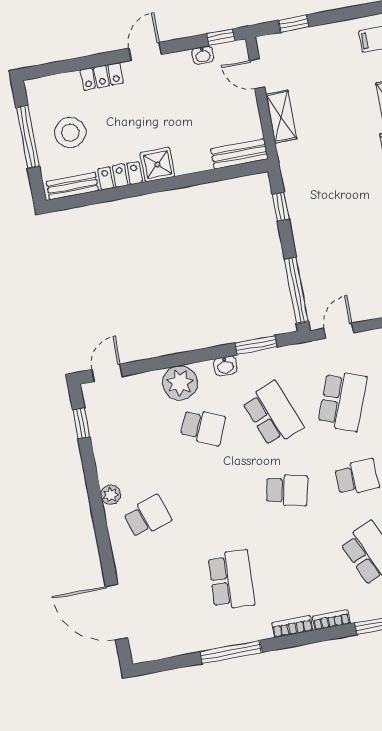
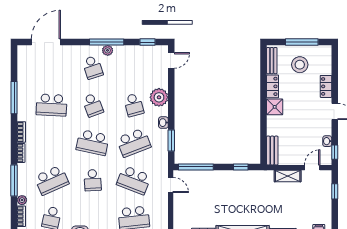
door: (107, 373) -> (171, 60), hinge flipped
school desk: (203, 427) -> (134, 105), turned -39
school desk: (287, 490) -> (93, 143), width x1.85
window: (96, 499) -> (107, 42), added
school desk: (217, 503) -> (93, 105), added

